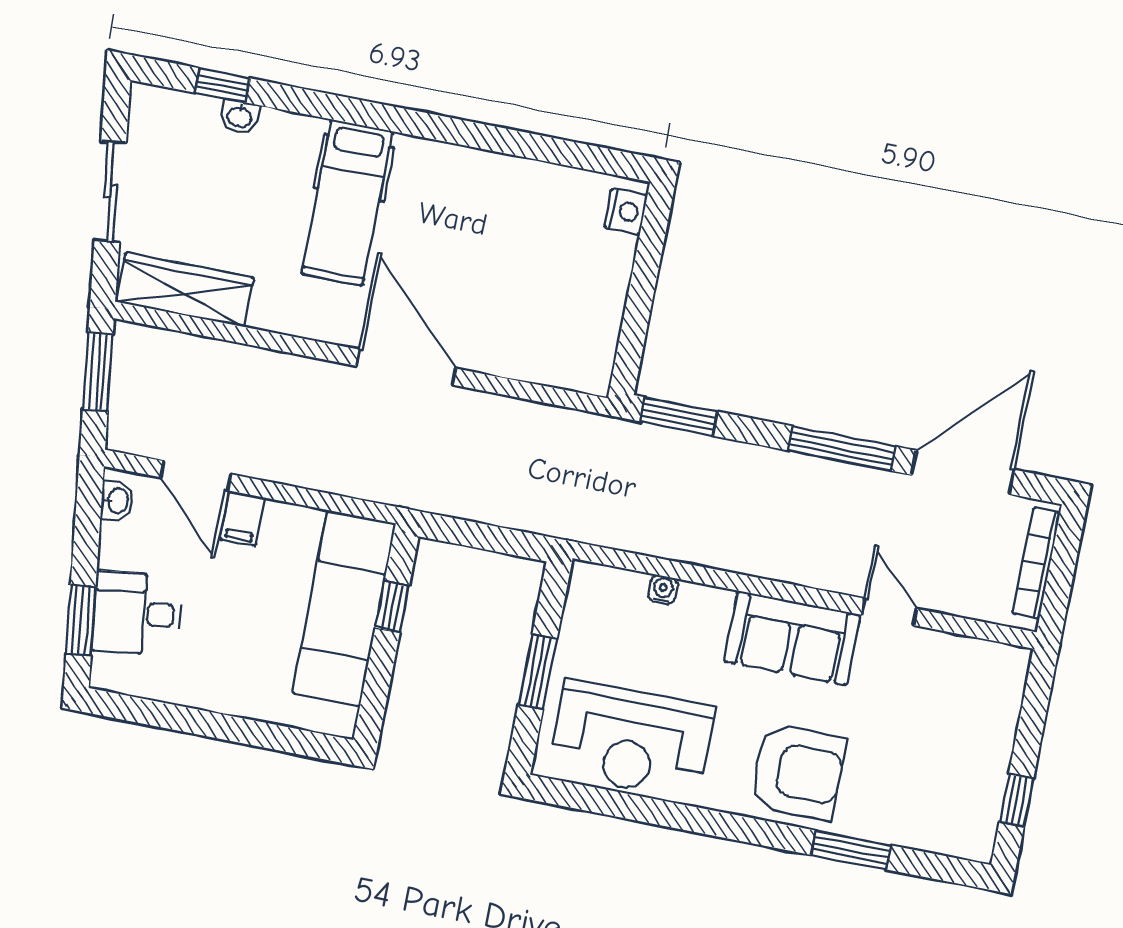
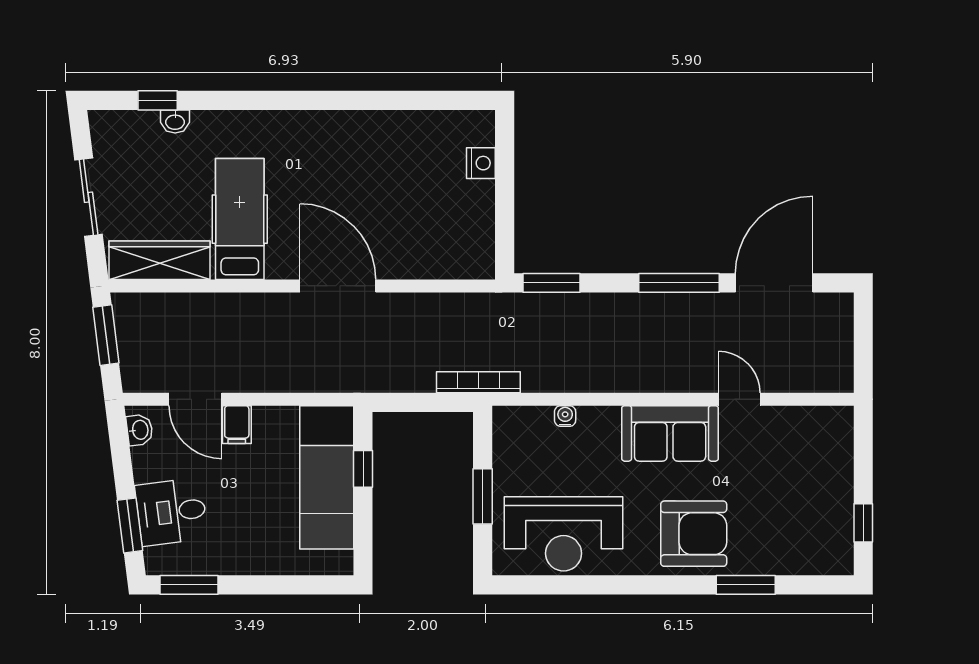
hospital bed: (347, 203) -> (240, 219), moved, turned 180
nightstand: (626, 211) -> (481, 163), moved
bookcase: (1036, 563) -> (478, 382), moved, turned 90
window: (141, 711) -> (189, 585), added

